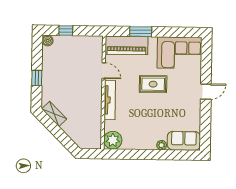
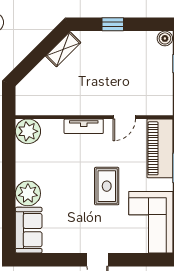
tv unit: (110, 100) -> (84, 126), width x0.71
plant: (162, 145) -> (28, 193), width x1.87, depth x1.87

